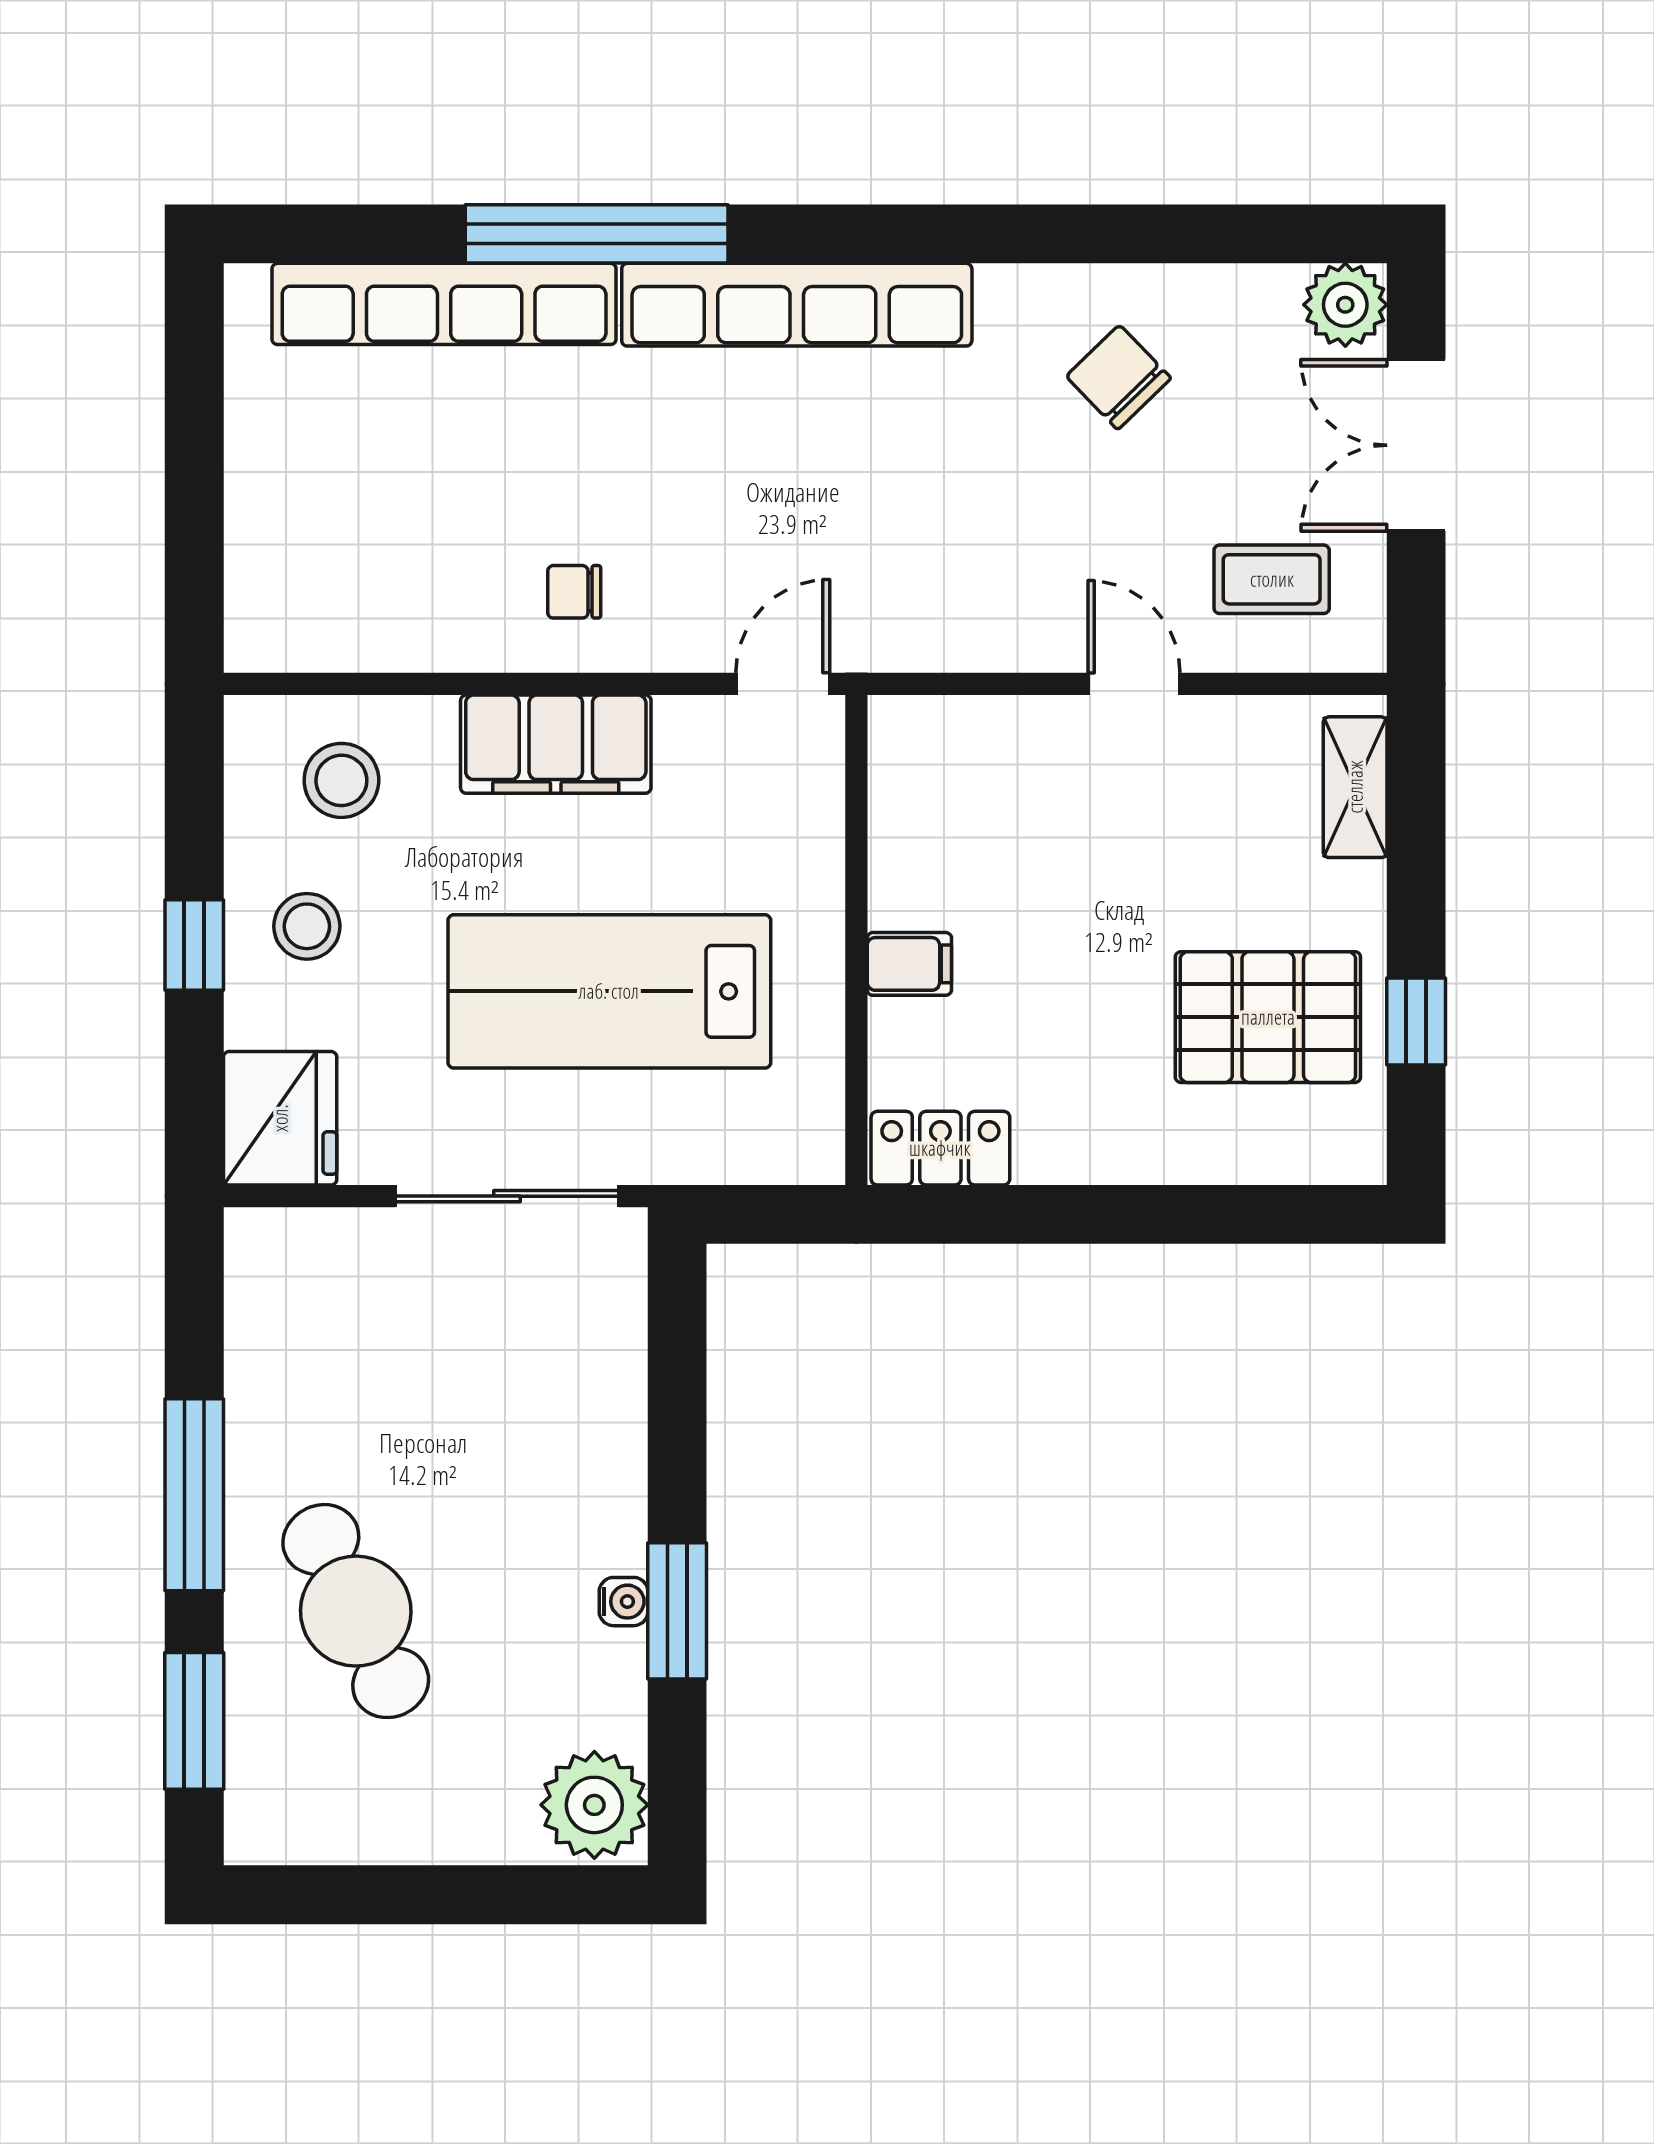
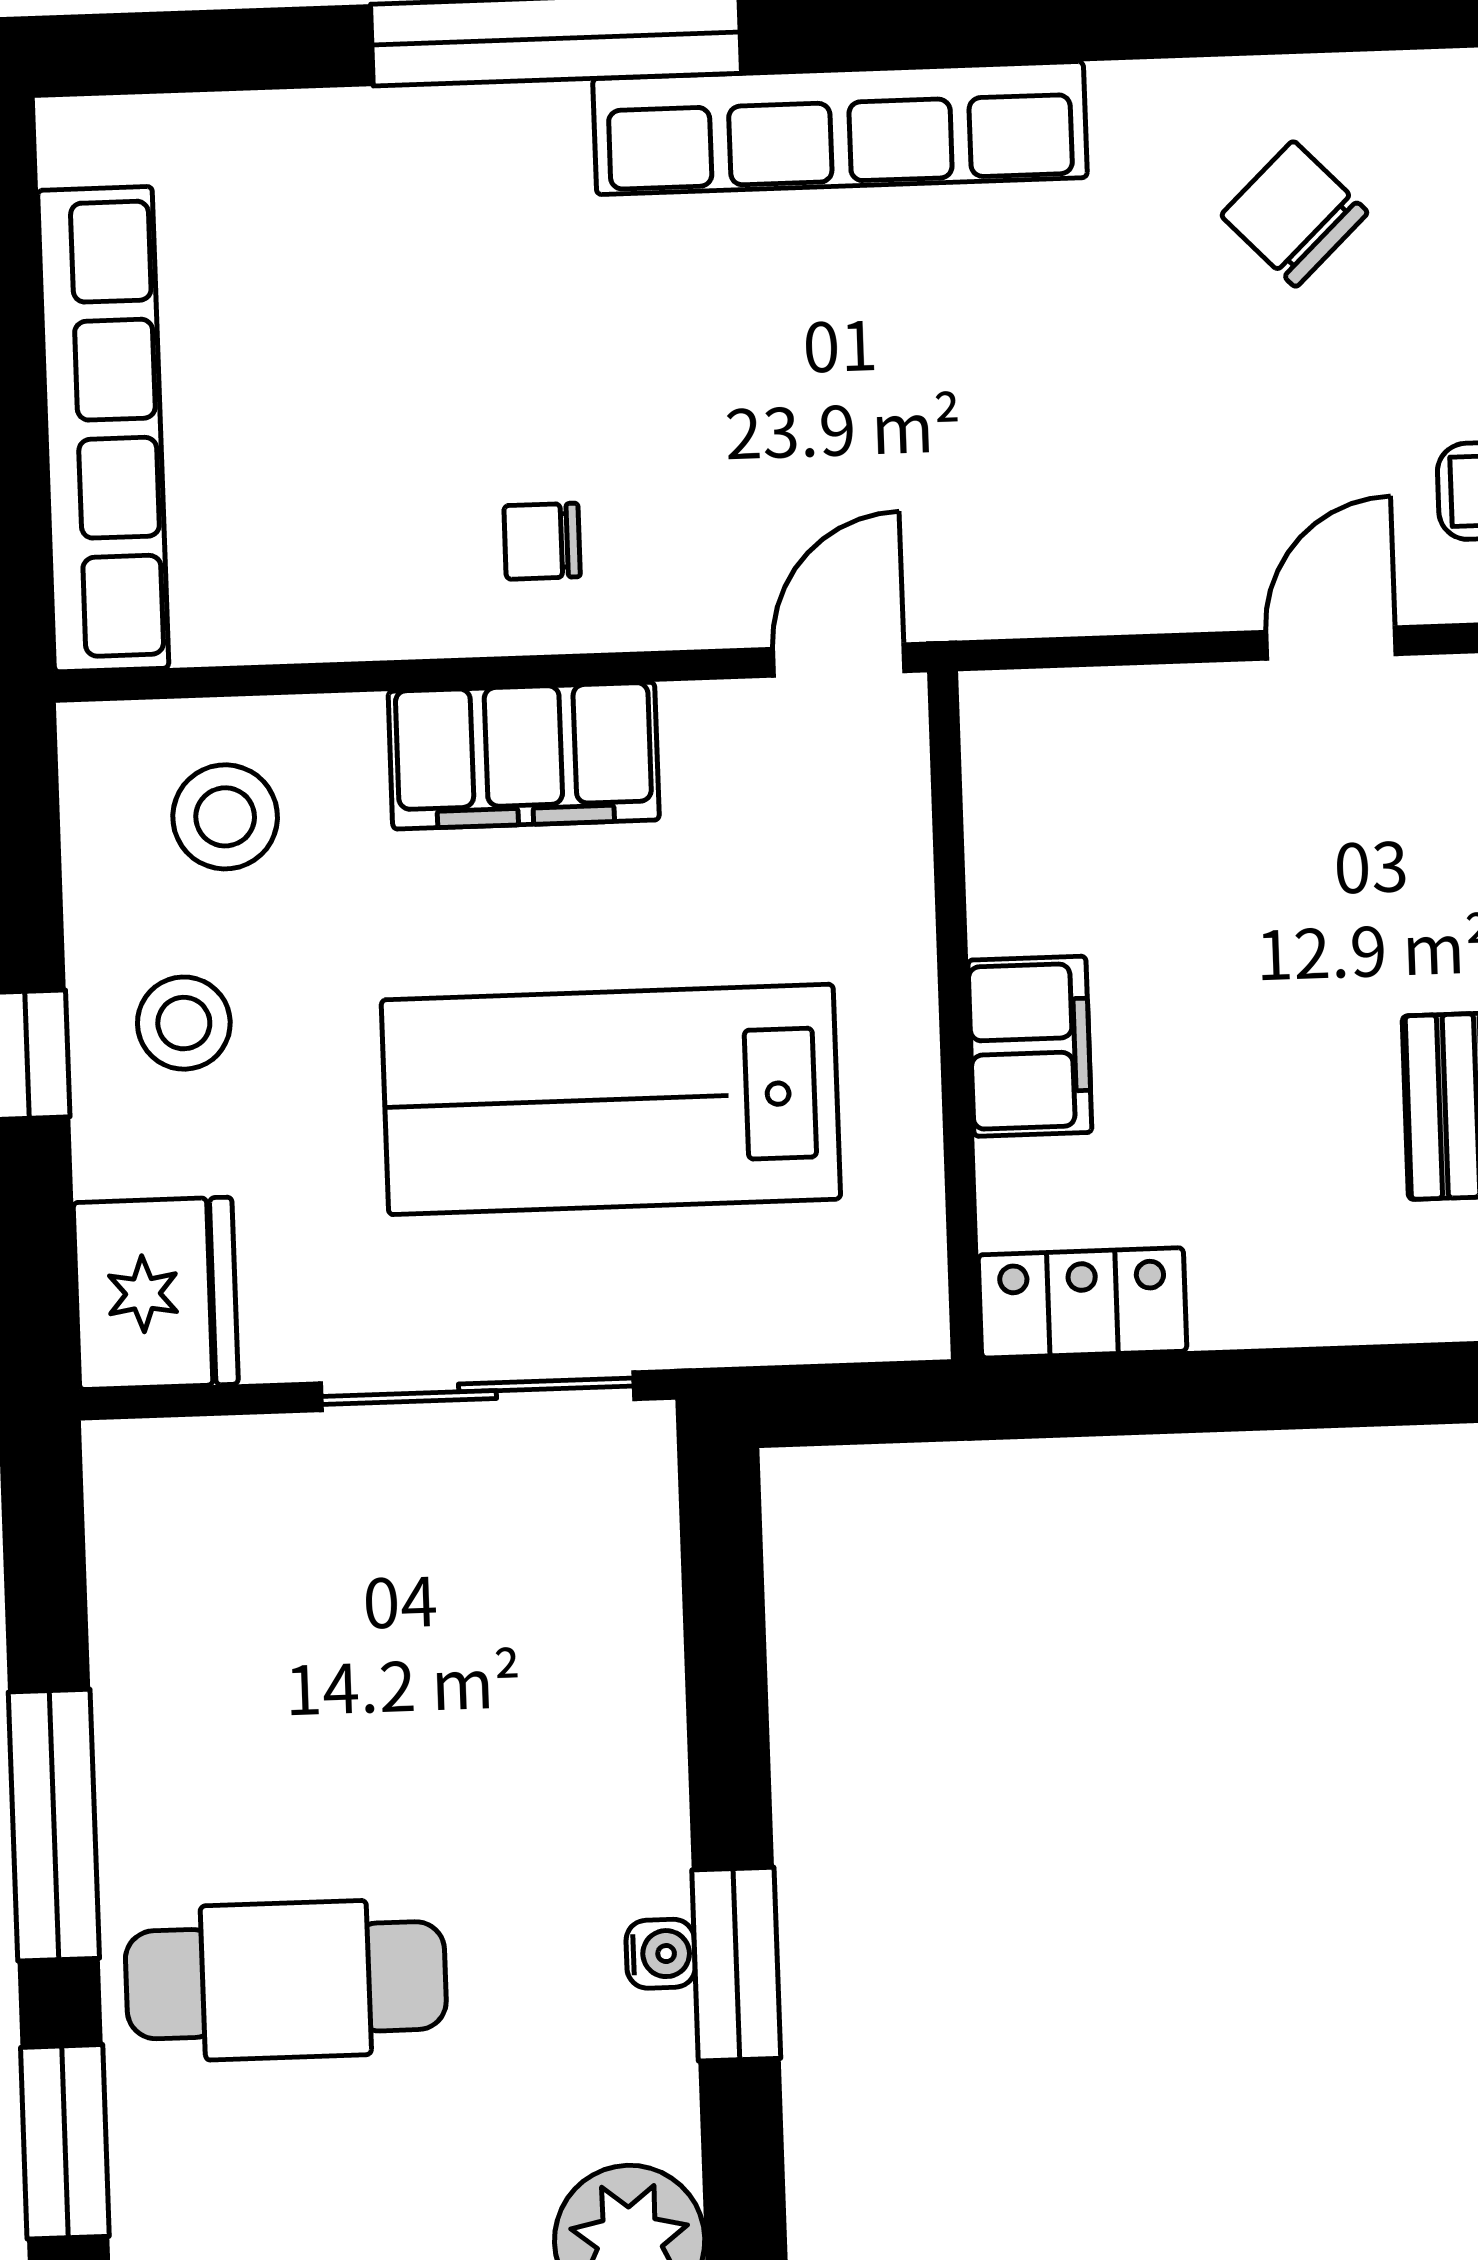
row of seats: (444, 304) -> (103, 429), moved, turned -90
door: (1134, 684) -> (1331, 643), hinge flipped
filing cabinet: (909, 964) -> (1030, 1046), width x2.00
cafe table: (356, 1611) -> (286, 1980), turned -64

